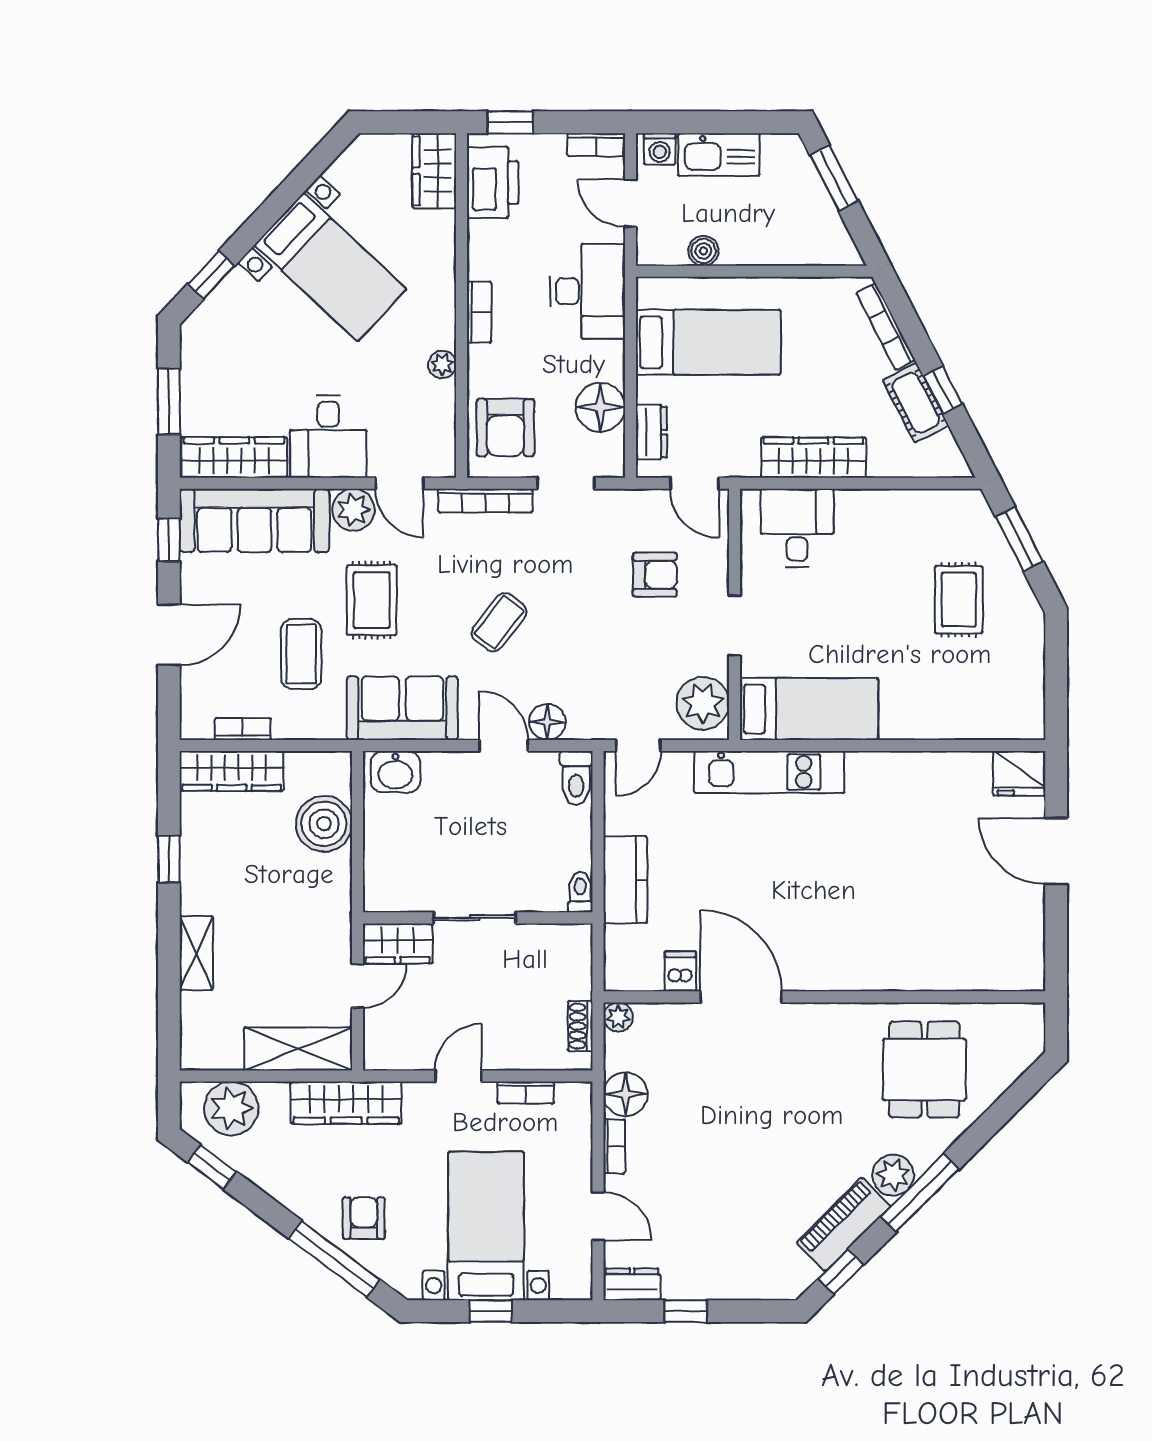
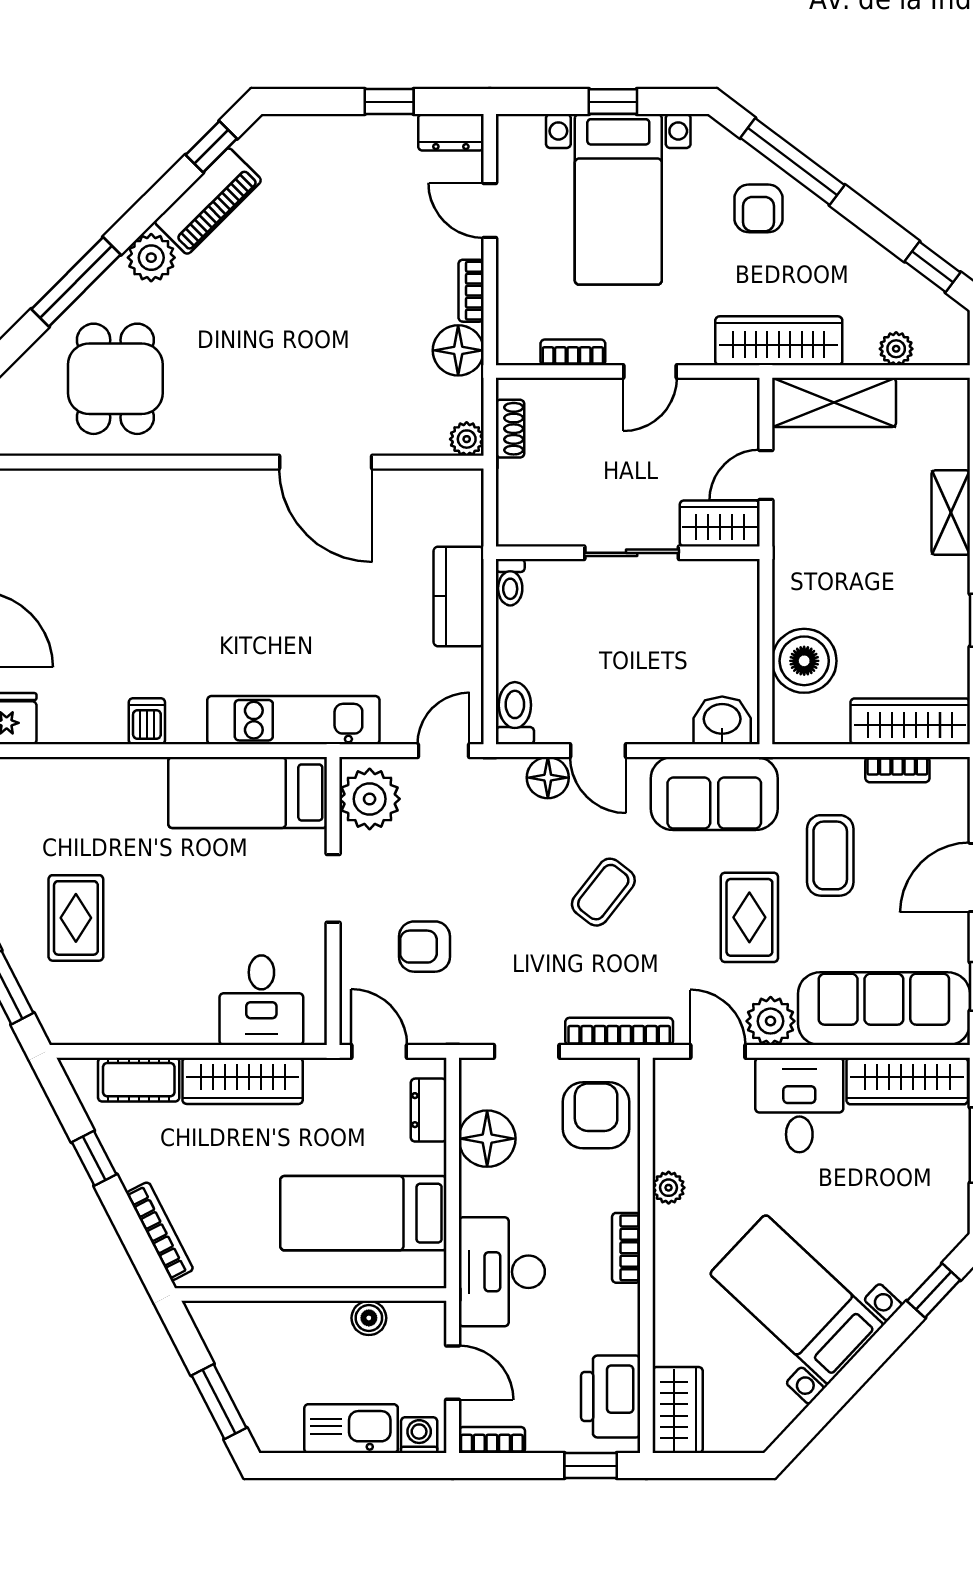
cot: (916, 403) -> (139, 1080), moved, turned -63
dishwasher: (680, 971) -> (147, 721), moved, turned 180
plant: (231, 1108) -> (896, 349), width x0.53, depth x0.53
window: (920, 1193) -> (76, 282), moved

